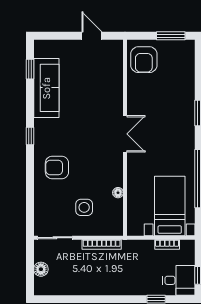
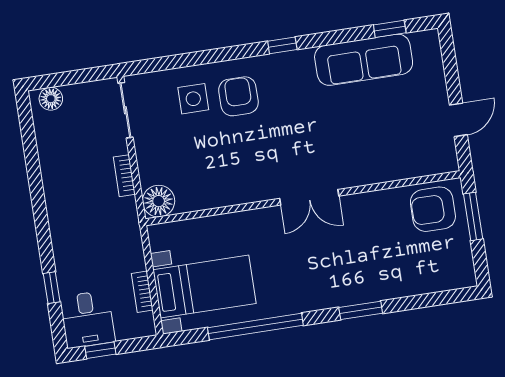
window: (171, 36) -> (473, 216), moved
floor lamp: (118, 193) -> (159, 201), moved, width x1.89, depth x1.89
side table: (84, 207) -> (193, 99), moved
bookcase: (102, 244) -> (124, 176), width x0.64
floor lamp: (41, 269) -> (51, 99), moved

